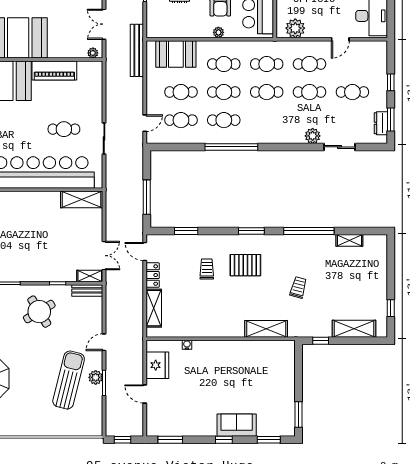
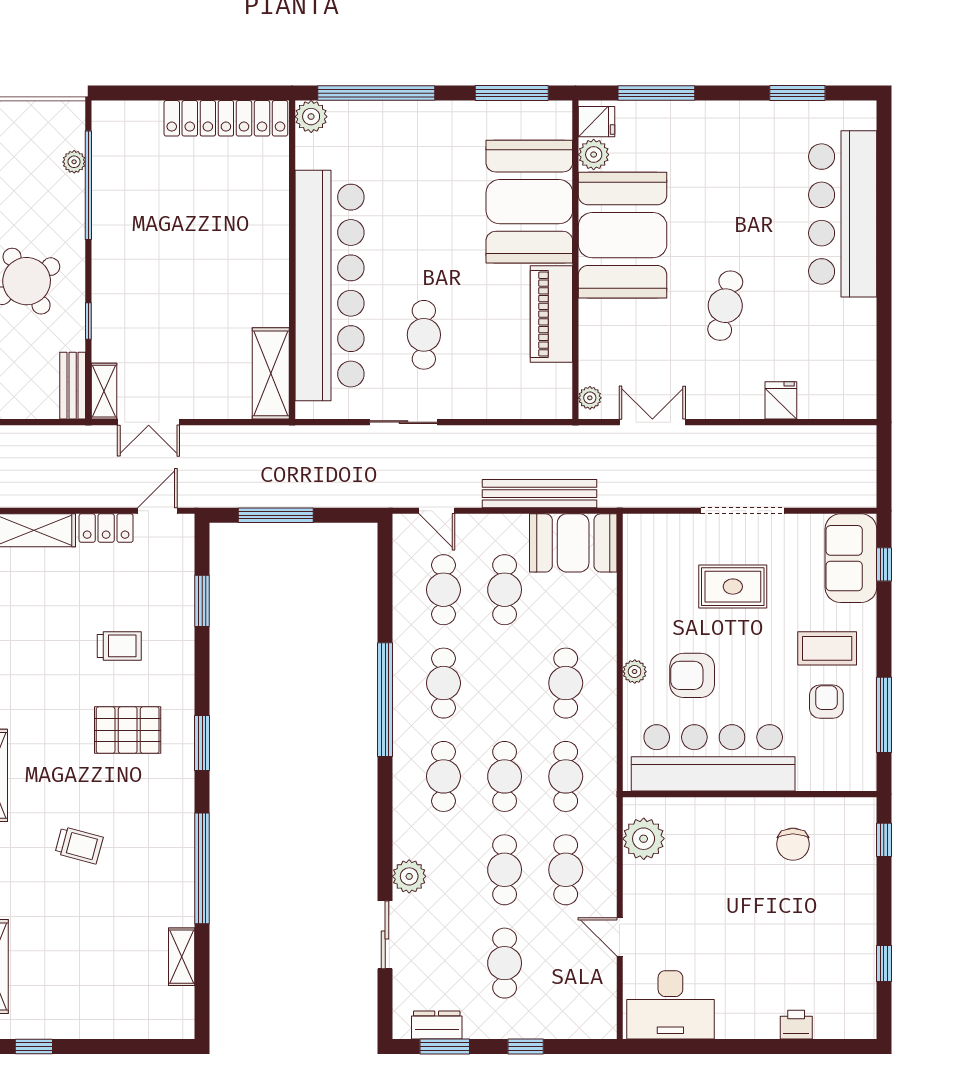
bench: (137, 50) -> (540, 494), moved
booth: (176, 54) -> (573, 543), moved, turned 90
cafe table: (224, 92) -> (443, 776), moved
pallet: (245, 265) -> (128, 730), turned 90

